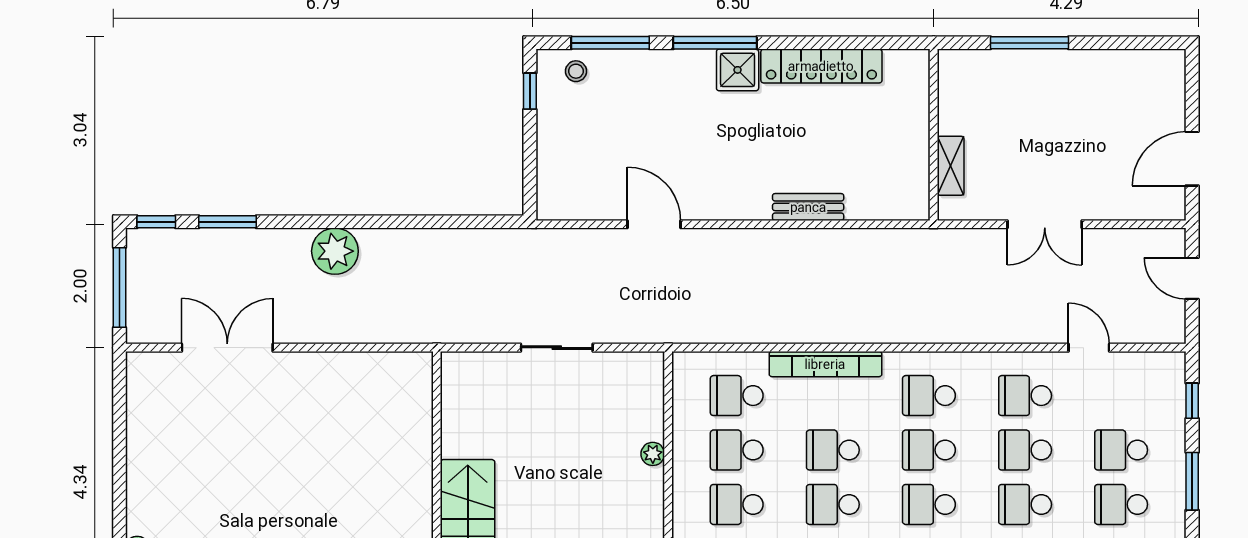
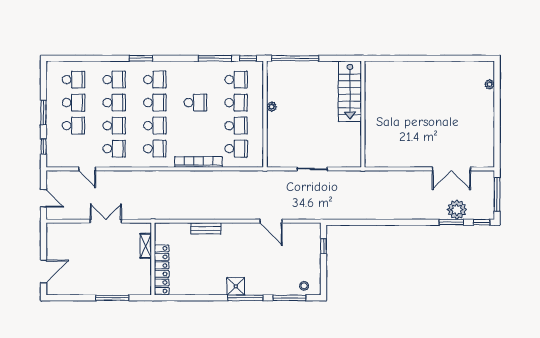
locker: (821, 66) -> (162, 270), moved, turned 90
window: (530, 91) -> (324, 246), moved
door: (1192, 159) -> (43, 271), moved
plant: (335, 251) -> (457, 210), moved
school desk: (833, 450) -> (195, 126), removed
plant: (653, 454) -> (272, 107), moved

